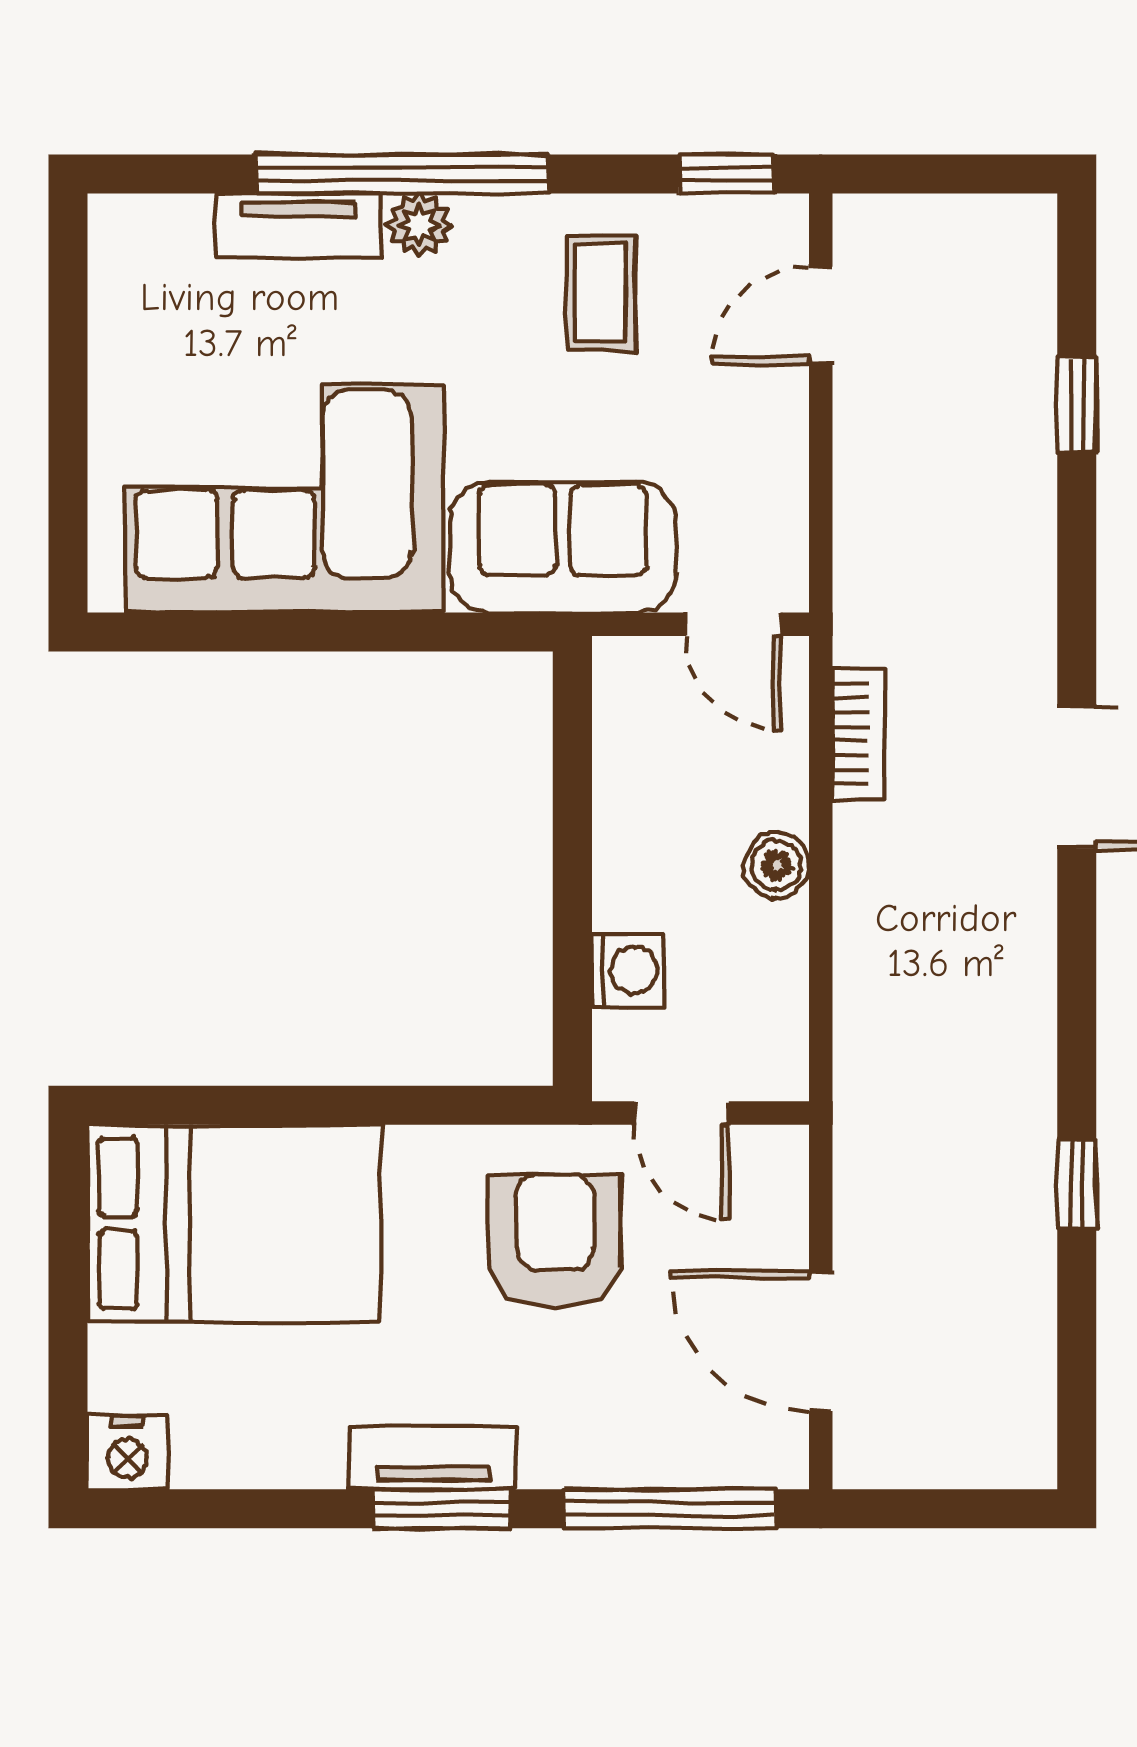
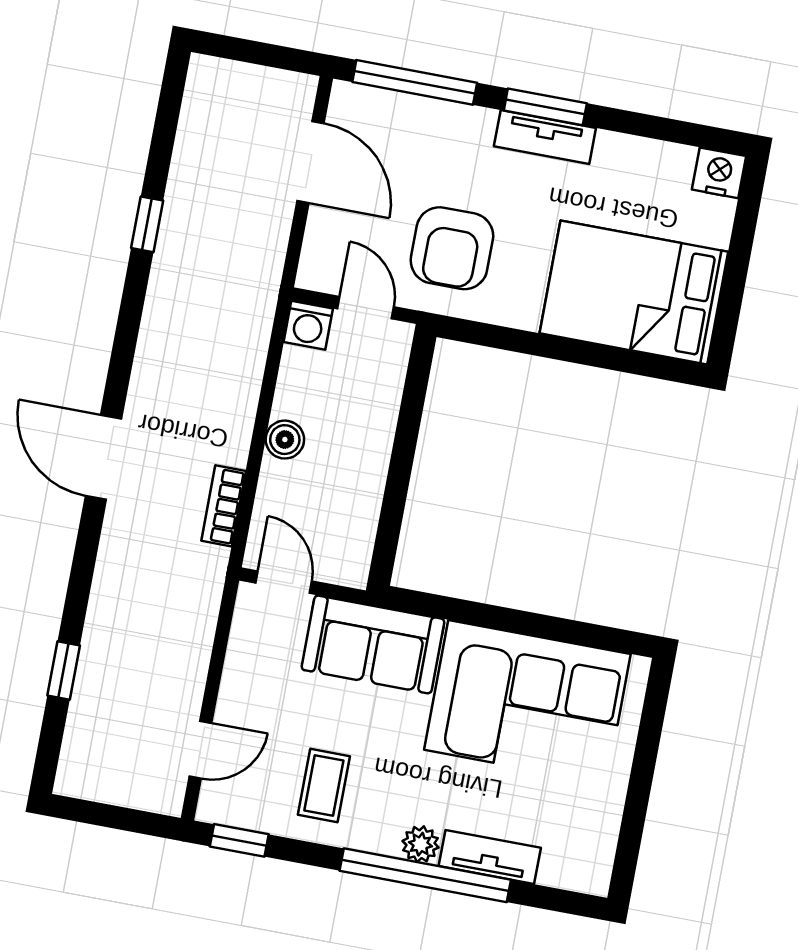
washing machine: (628, 970) -> (308, 325), moved, turned -90

